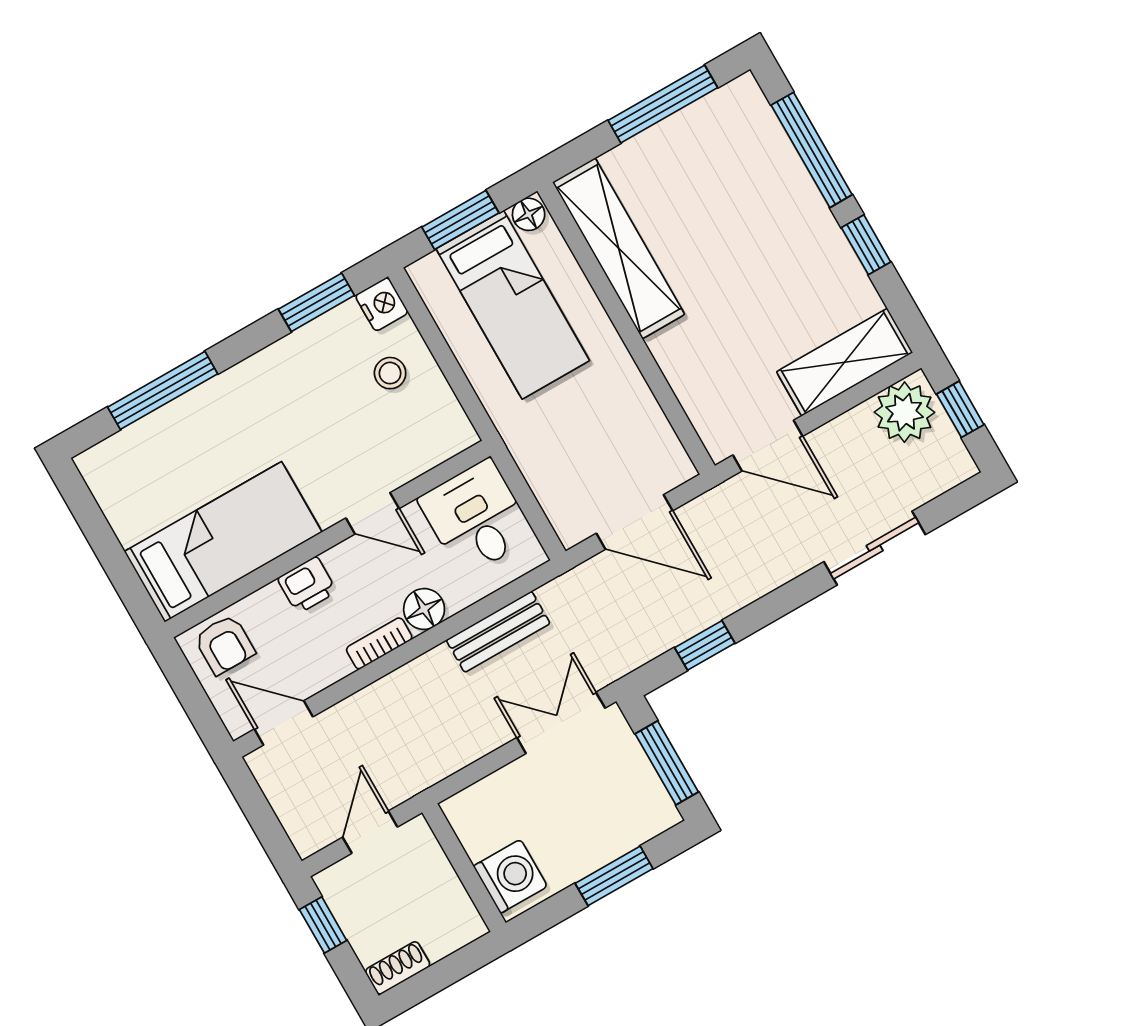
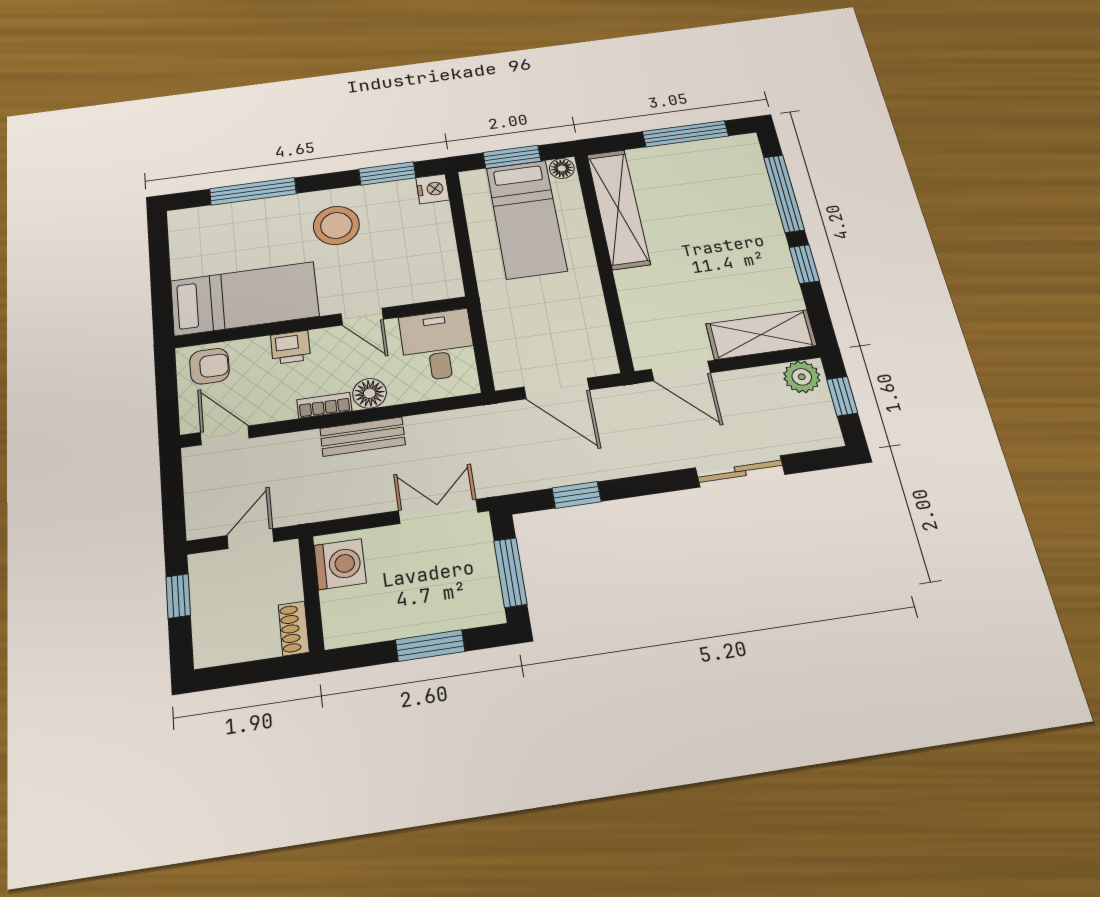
stool: (390, 373) -> (336, 225), moved, width x1.89, depth x1.89
plant: (905, 412) -> (802, 377), width x0.73, depth x0.73
bench: (498, 632) -> (363, 437), moved
armchair: (225, 645) -> (209, 366), turned -90
washing machine: (510, 876) -> (340, 564), moved
shoe rack: (398, 968) -> (294, 628), moved, turned -90

